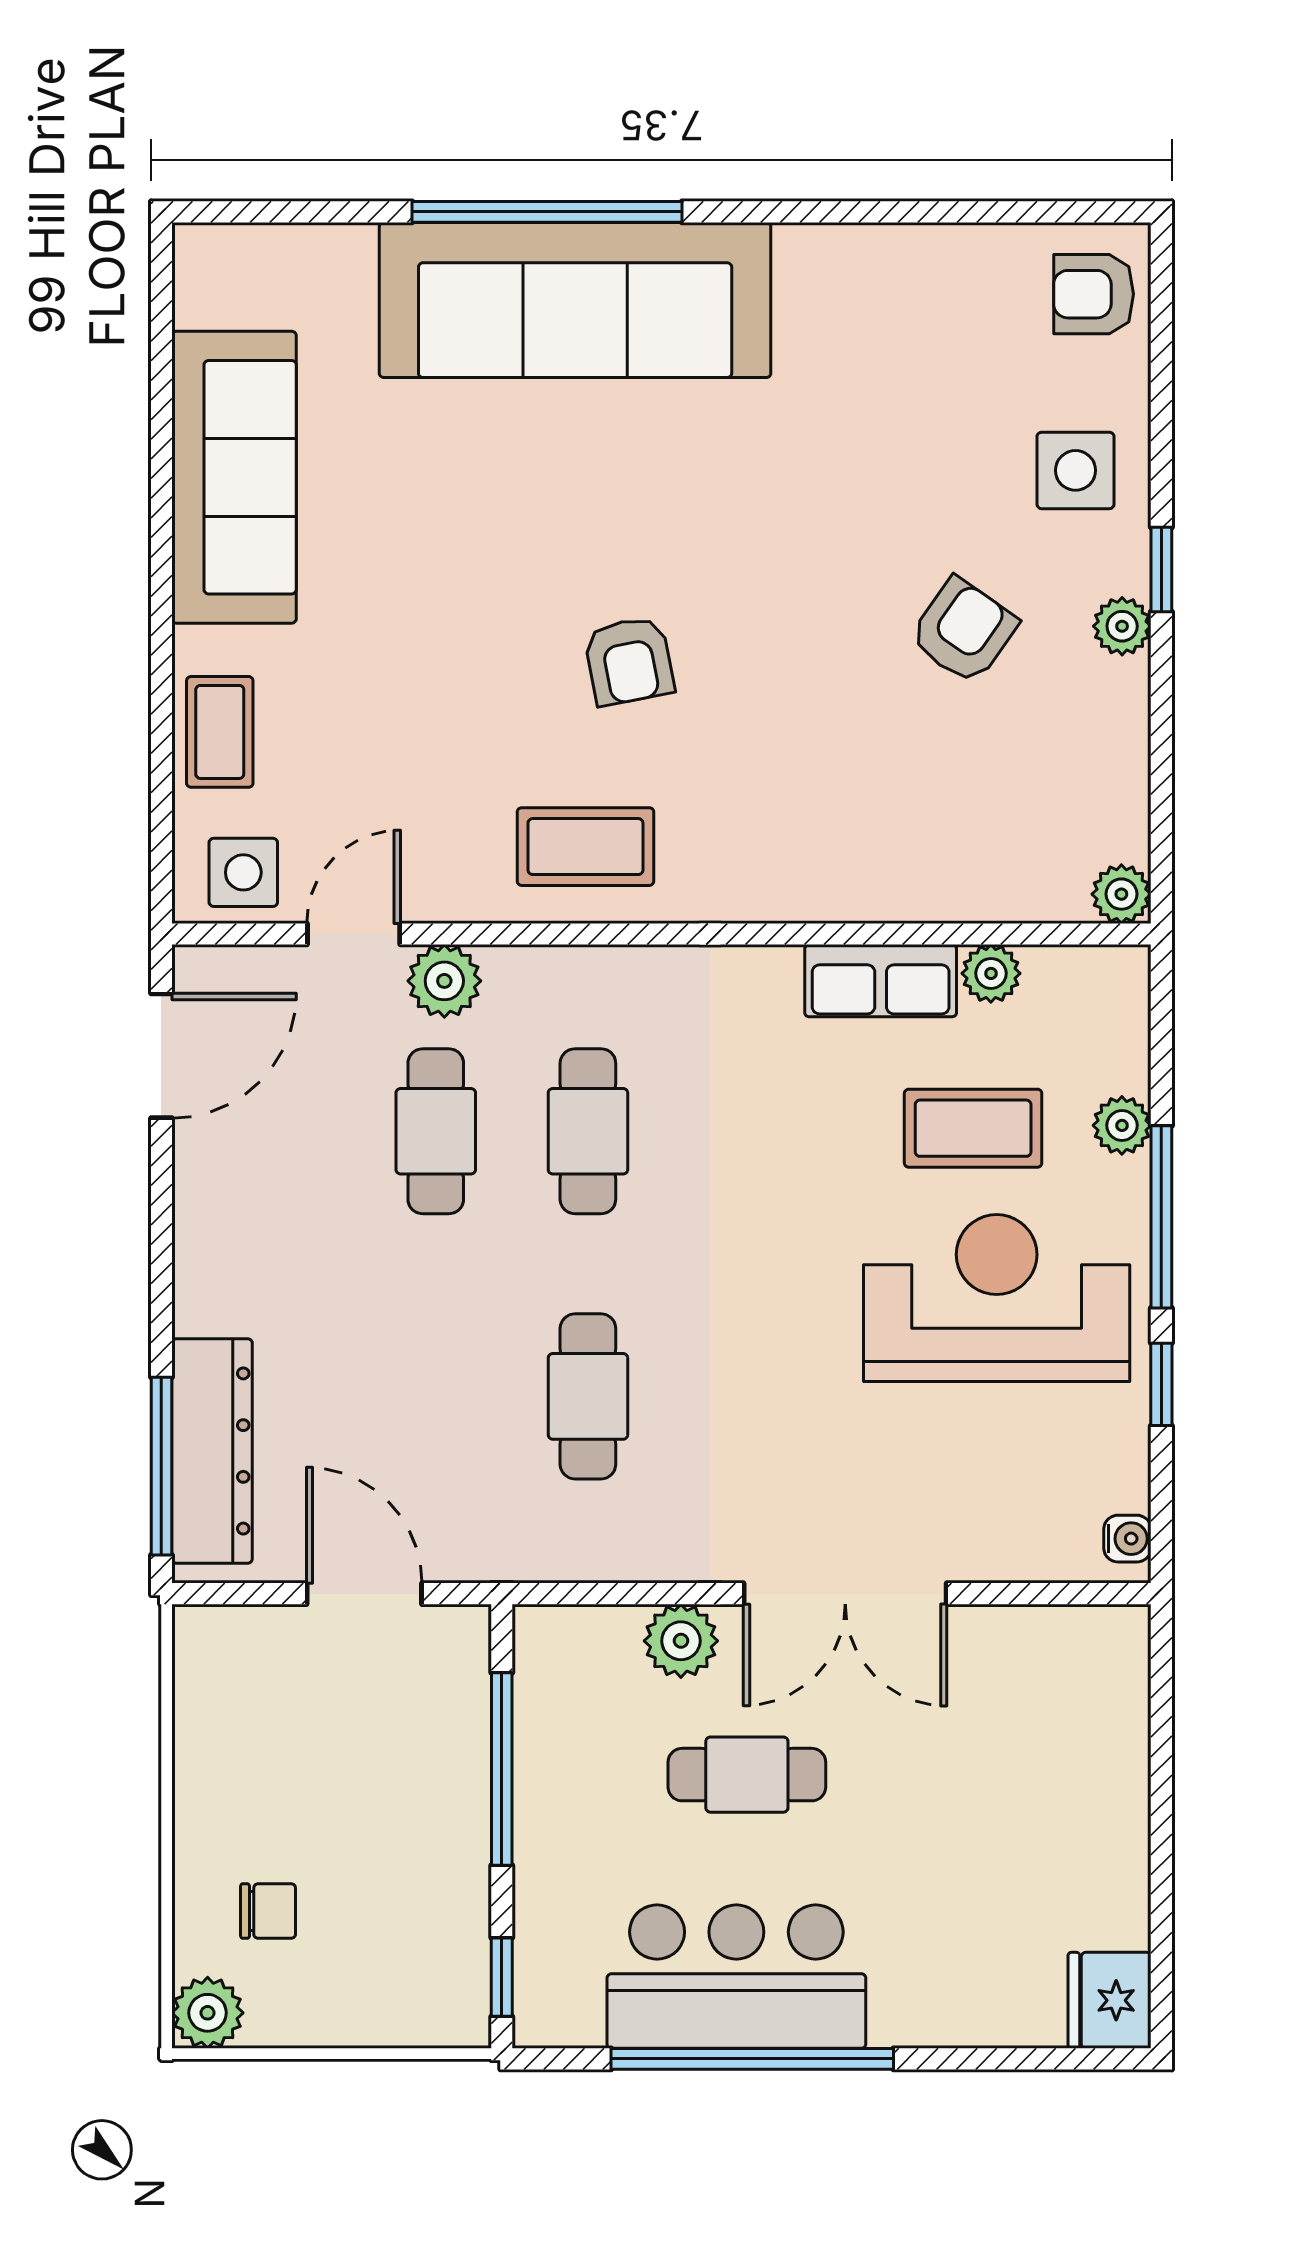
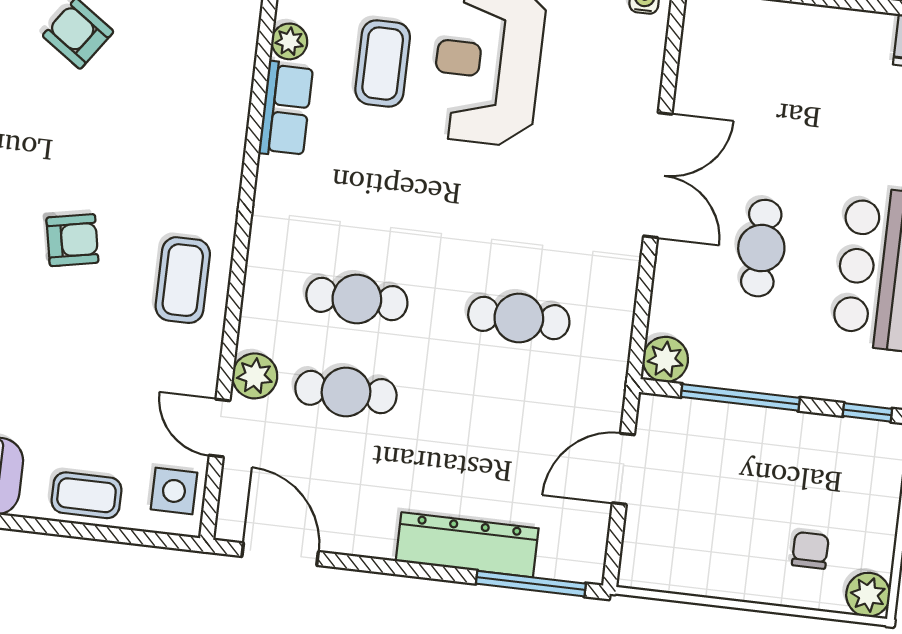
dresser: (212, 1451) -> (467, 545), moved
plant: (681, 1641) -> (665, 359), moved

